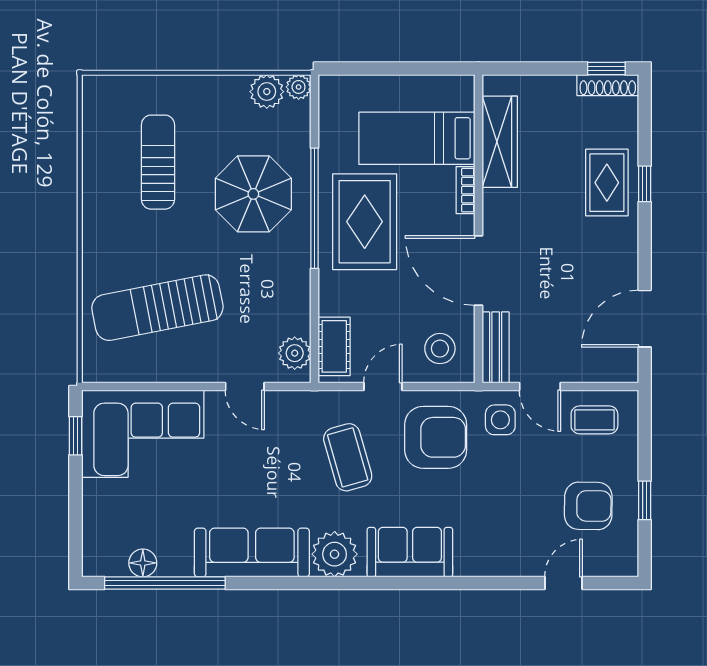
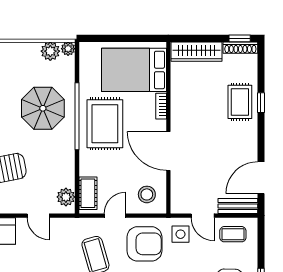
bed: (417, 138) -> (134, 70), width x1.50
wardrobe: (500, 142) -> (196, 52), moved, turned 90
bench: (496, 347) -> (238, 206), moved, turned 90

